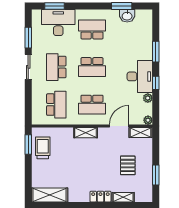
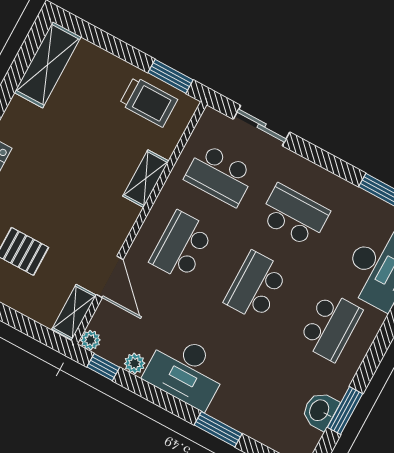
sliding door: (28, 67) -> (262, 126), moved
window: (156, 83) -> (103, 367), moved
shelving: (86, 133) -> (146, 179), moved

